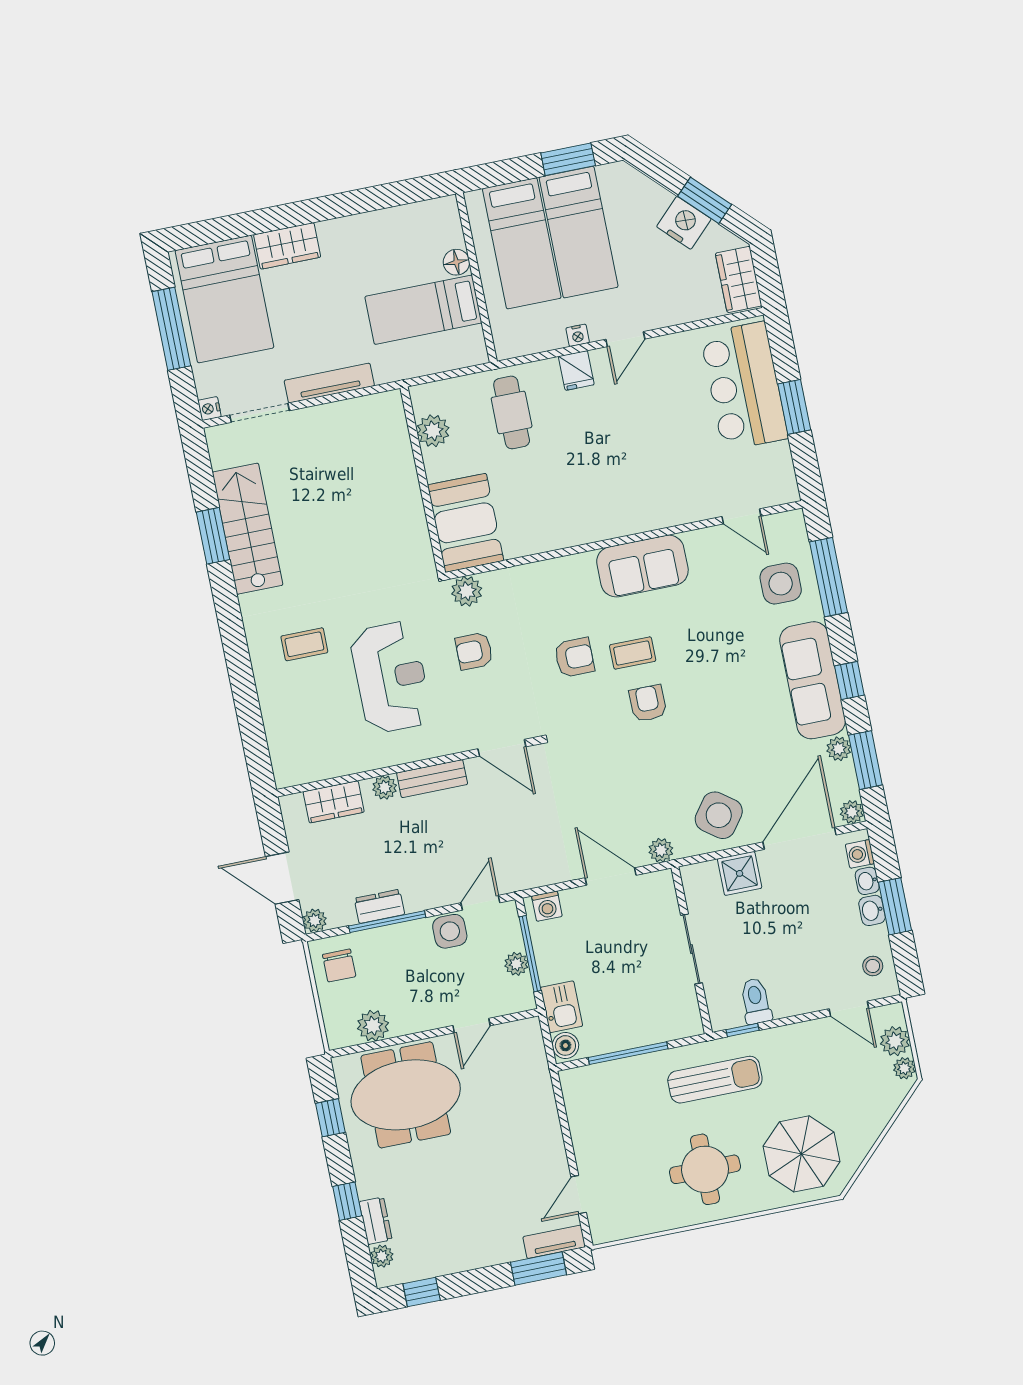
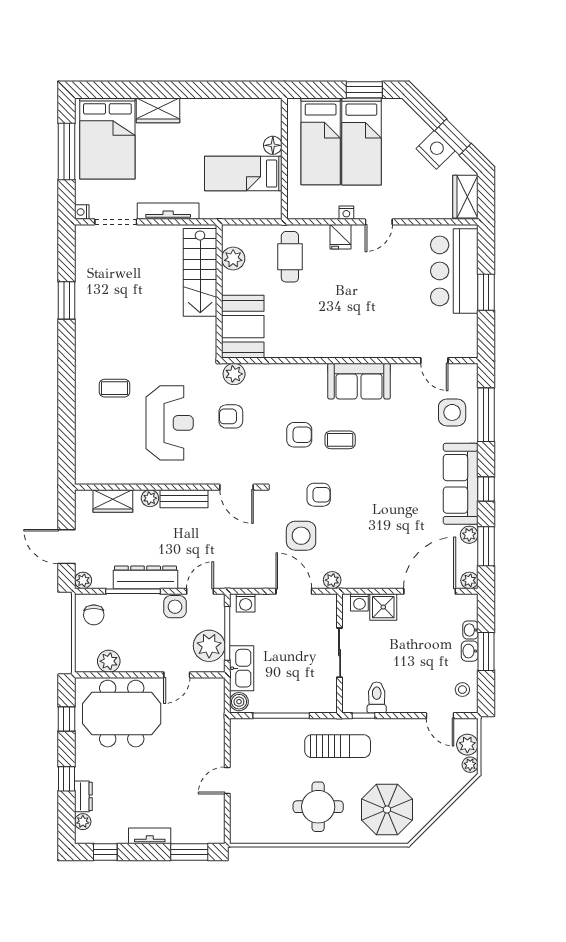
stairs: (247, 529) -> (200, 272), moved, turned 180
armchair: (648, 703) -> (319, 495), moved, turned 90
side table: (719, 815) -> (301, 536), moved, turned -36
washing machine: (860, 854) -> (359, 602), moved, turned -90
dresser: (379, 906) -> (146, 577), width x1.96, depth x1.24
plant: (516, 964) -> (209, 646), width x1.87, depth x1.87
kitchen sink: (562, 1007) -> (242, 668), width x1.38
door: (579, 1195) -> (227, 780), moved
tv unit: (554, 1242) -> (150, 836), moved

